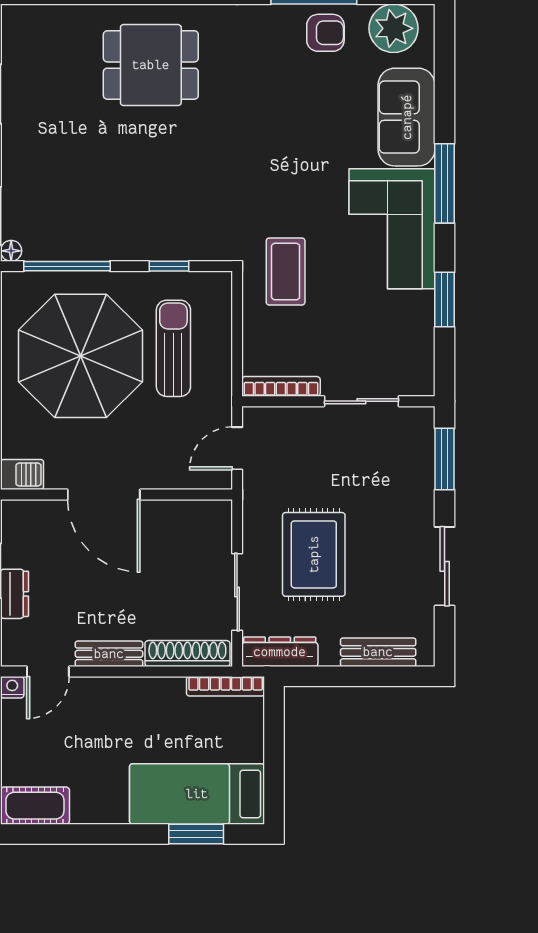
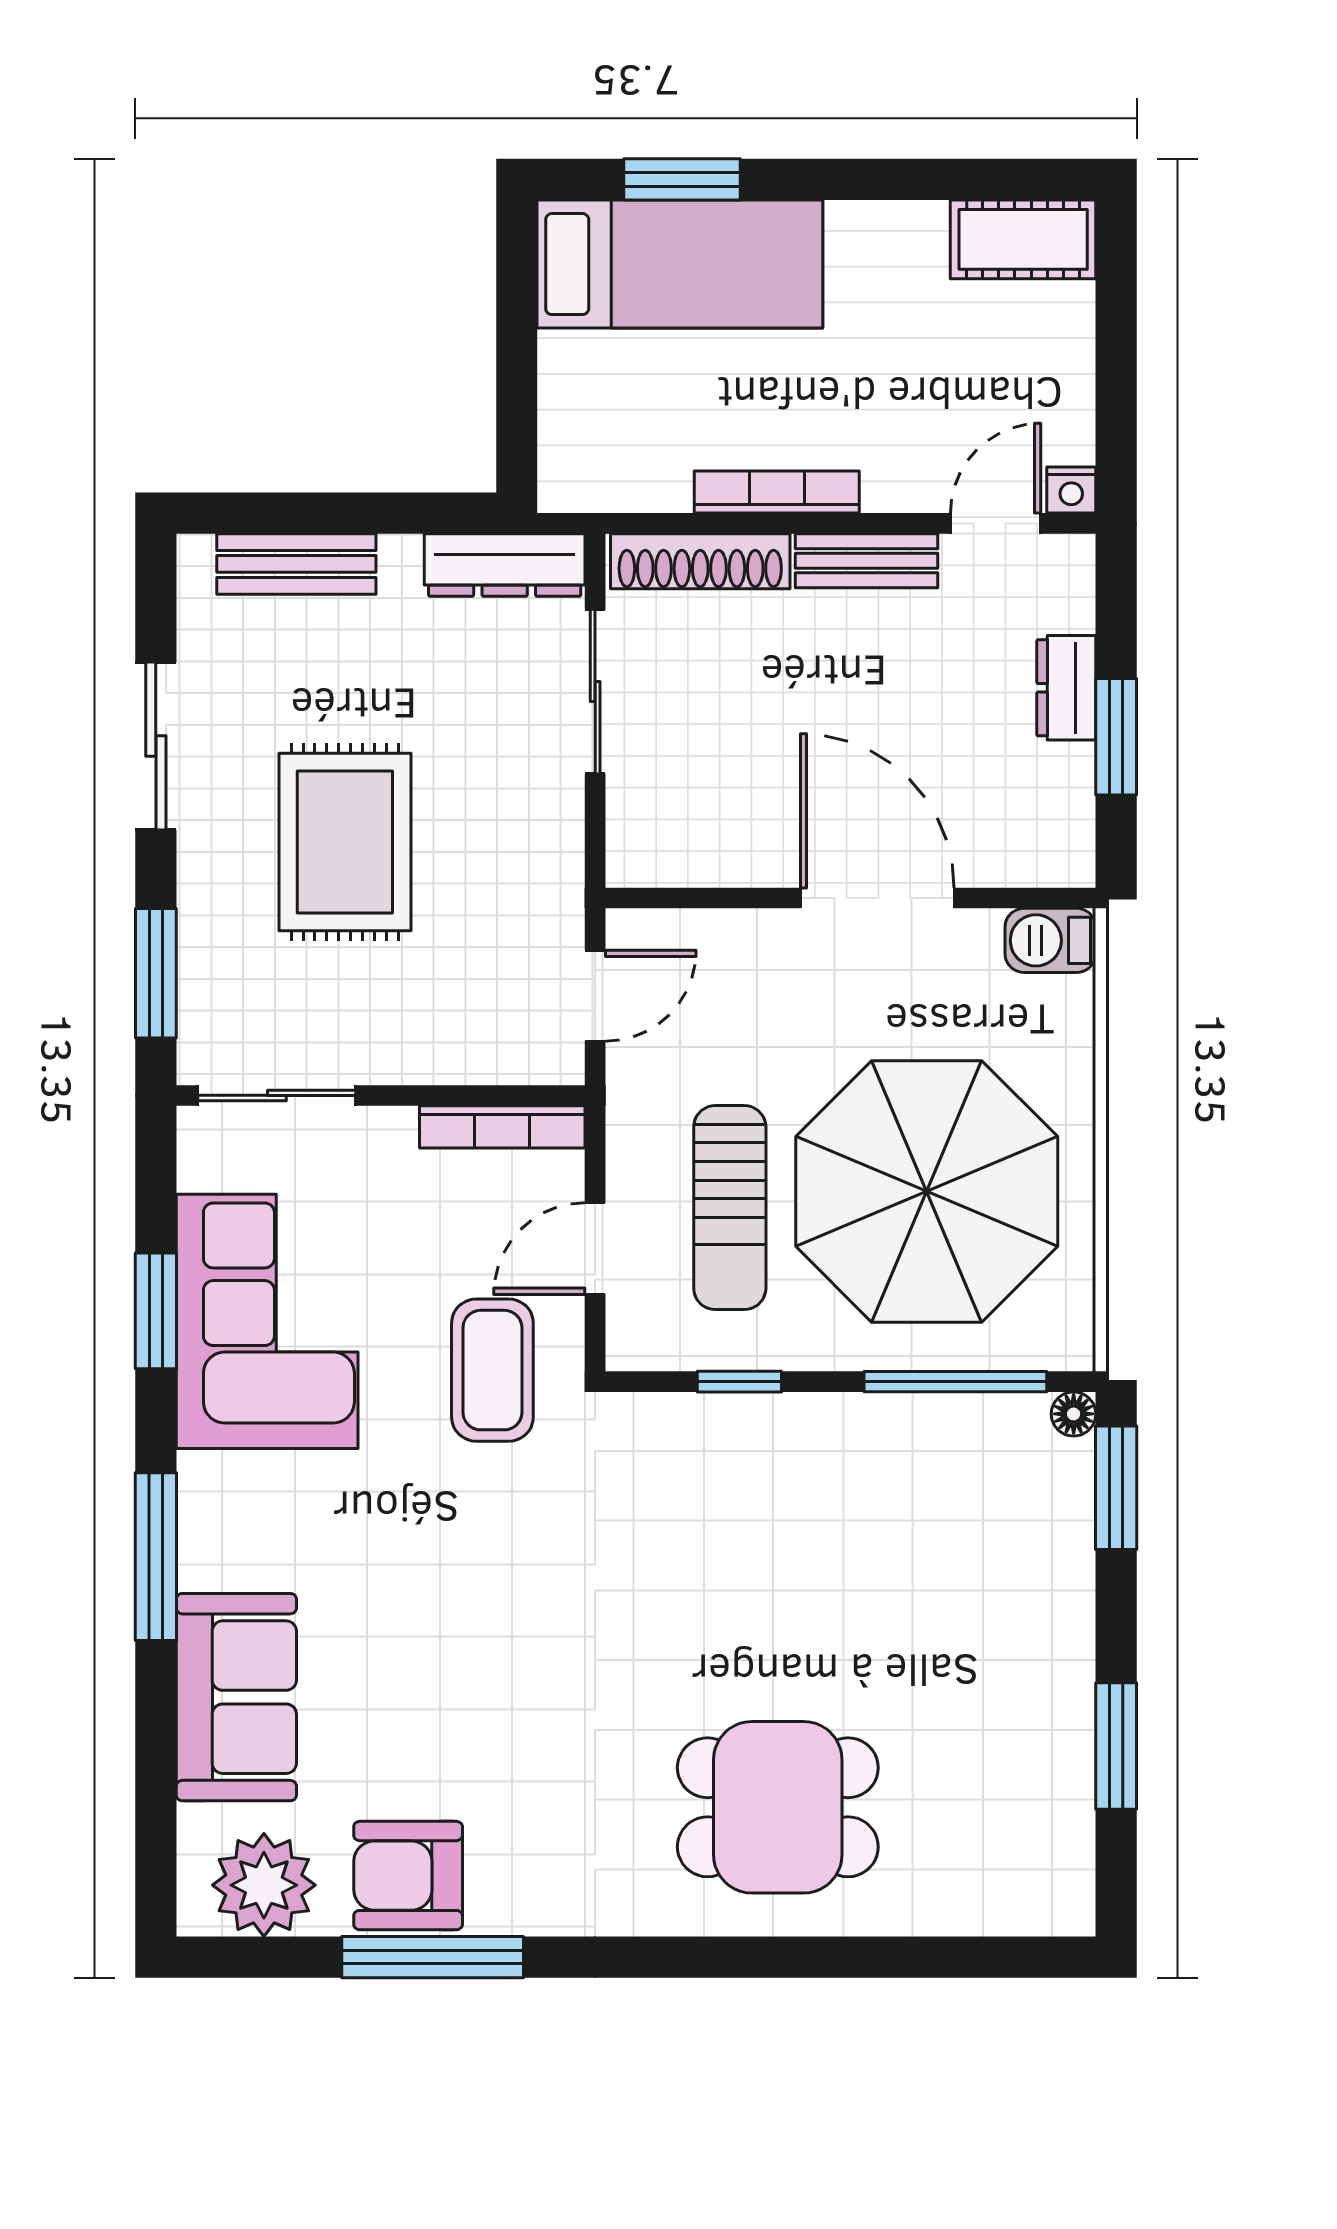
armchair: (325, 33) -> (408, 1876), width x1.38, depth x1.38
corner sofa: (392, 229) -> (267, 1321), moved
door: (237, 329) -> (595, 1249), added
sliding door: (361, 401) -> (277, 1095), moved
rug: (314, 554) -> (345, 842), moved
bookcase: (226, 686) -> (777, 492), moved

